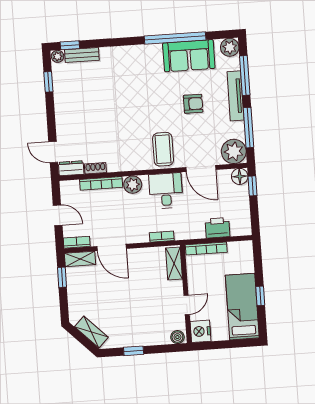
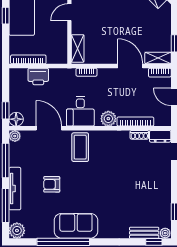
sofa: (189, 56) -> (76, 226), moved
plant: (234, 151) -> (15, 136), width x0.53, depth x0.53
bookcase: (206, 248) -> (28, 59), moved

